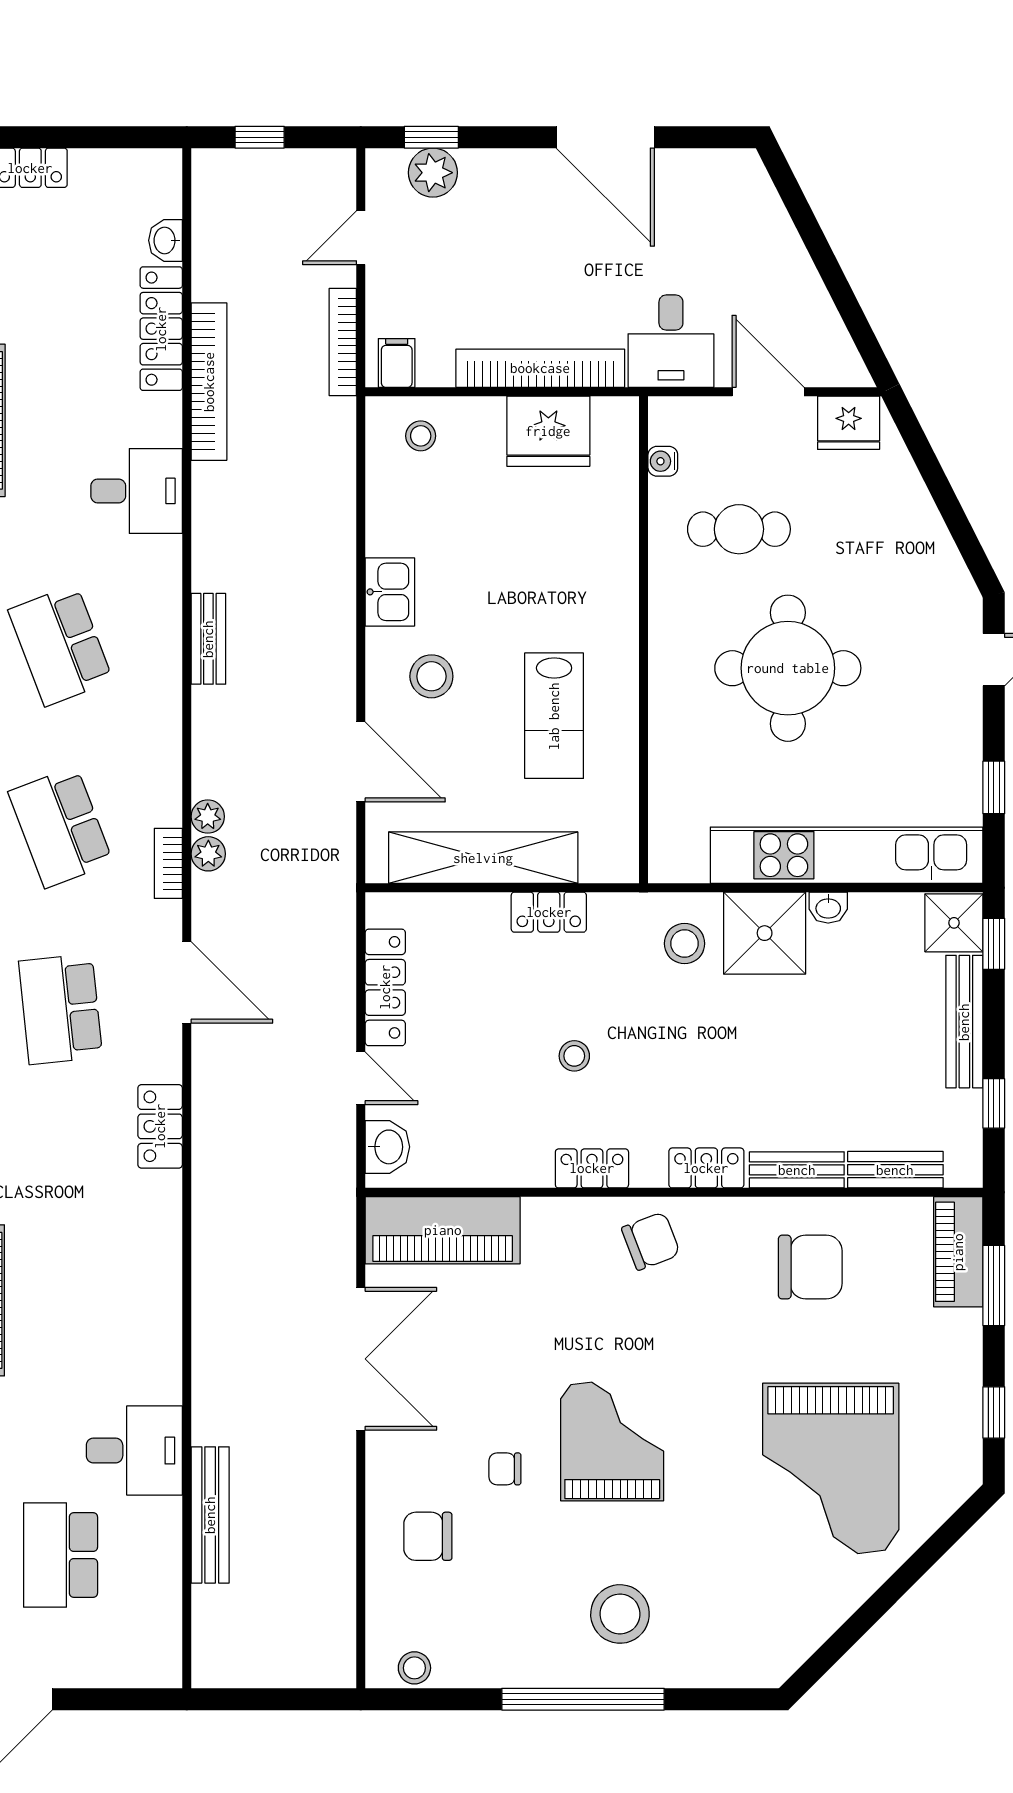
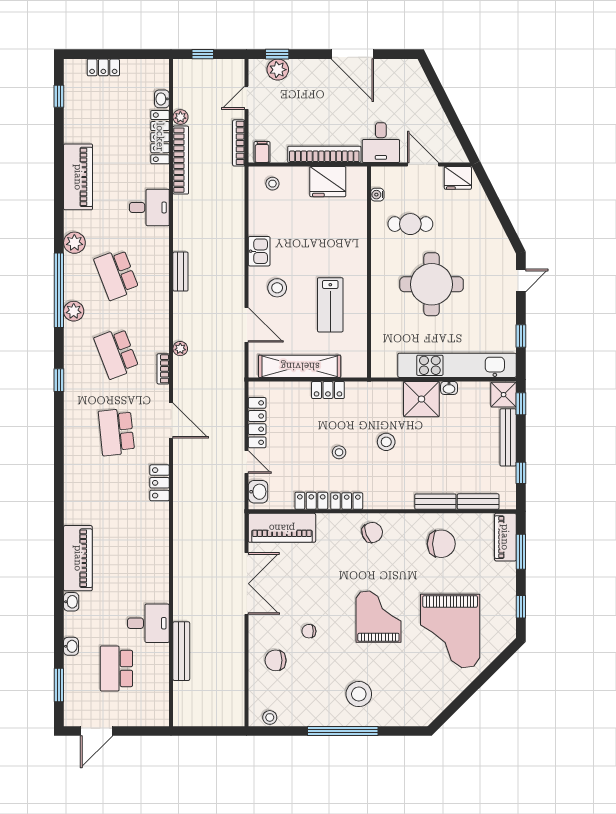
plant: (208, 854) -> (180, 117), moved
stool: (685, 944) -> (386, 442), moved
locker: (706, 1168) -> (311, 501), moved
grand piano: (612, 1442) -> (378, 617), moved

